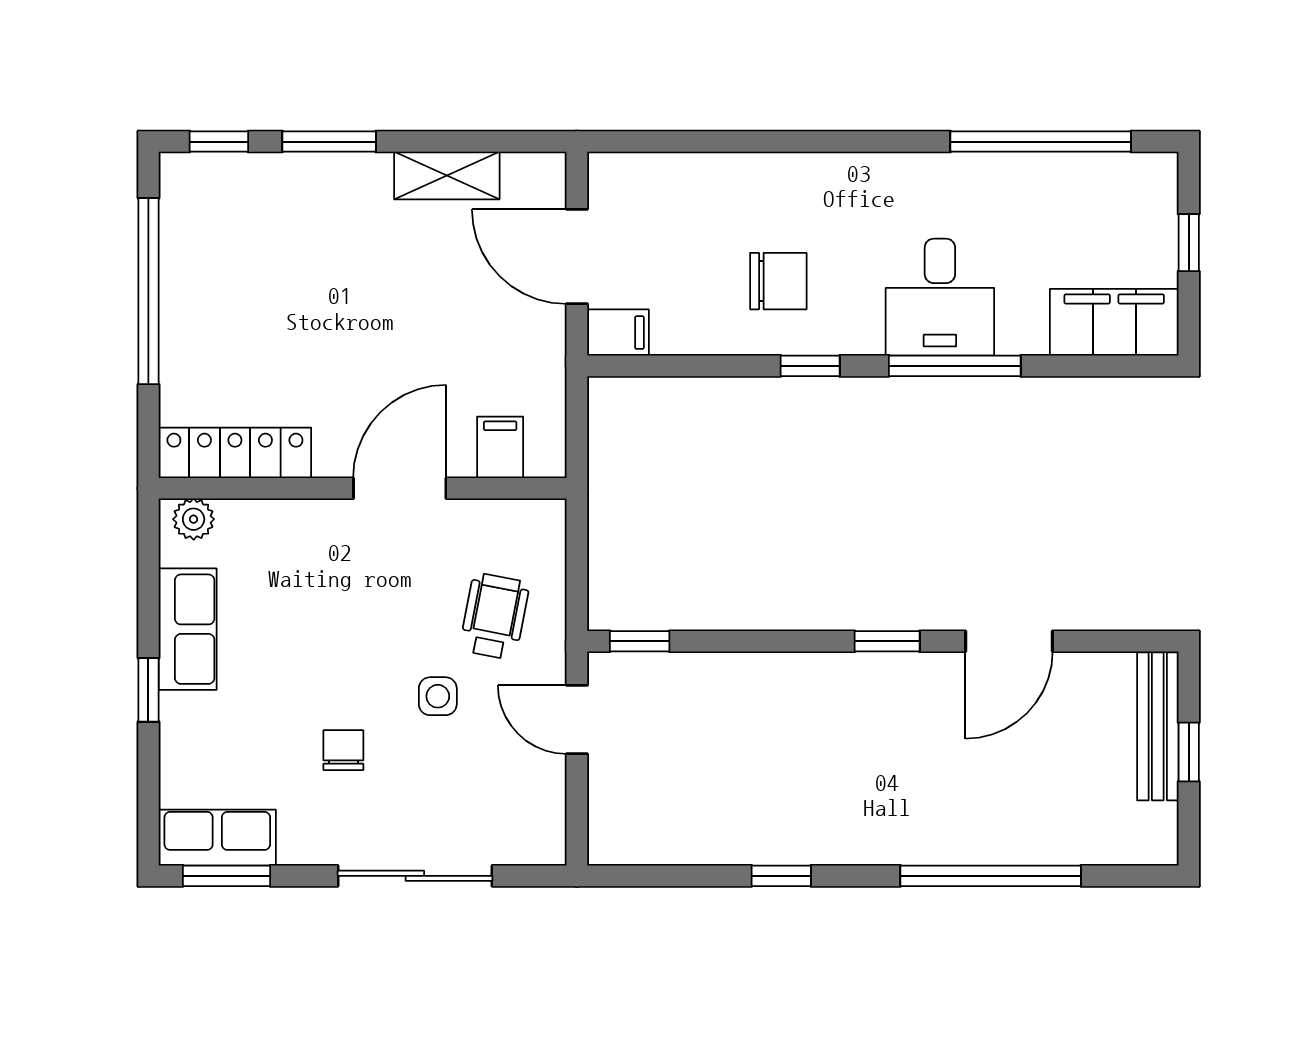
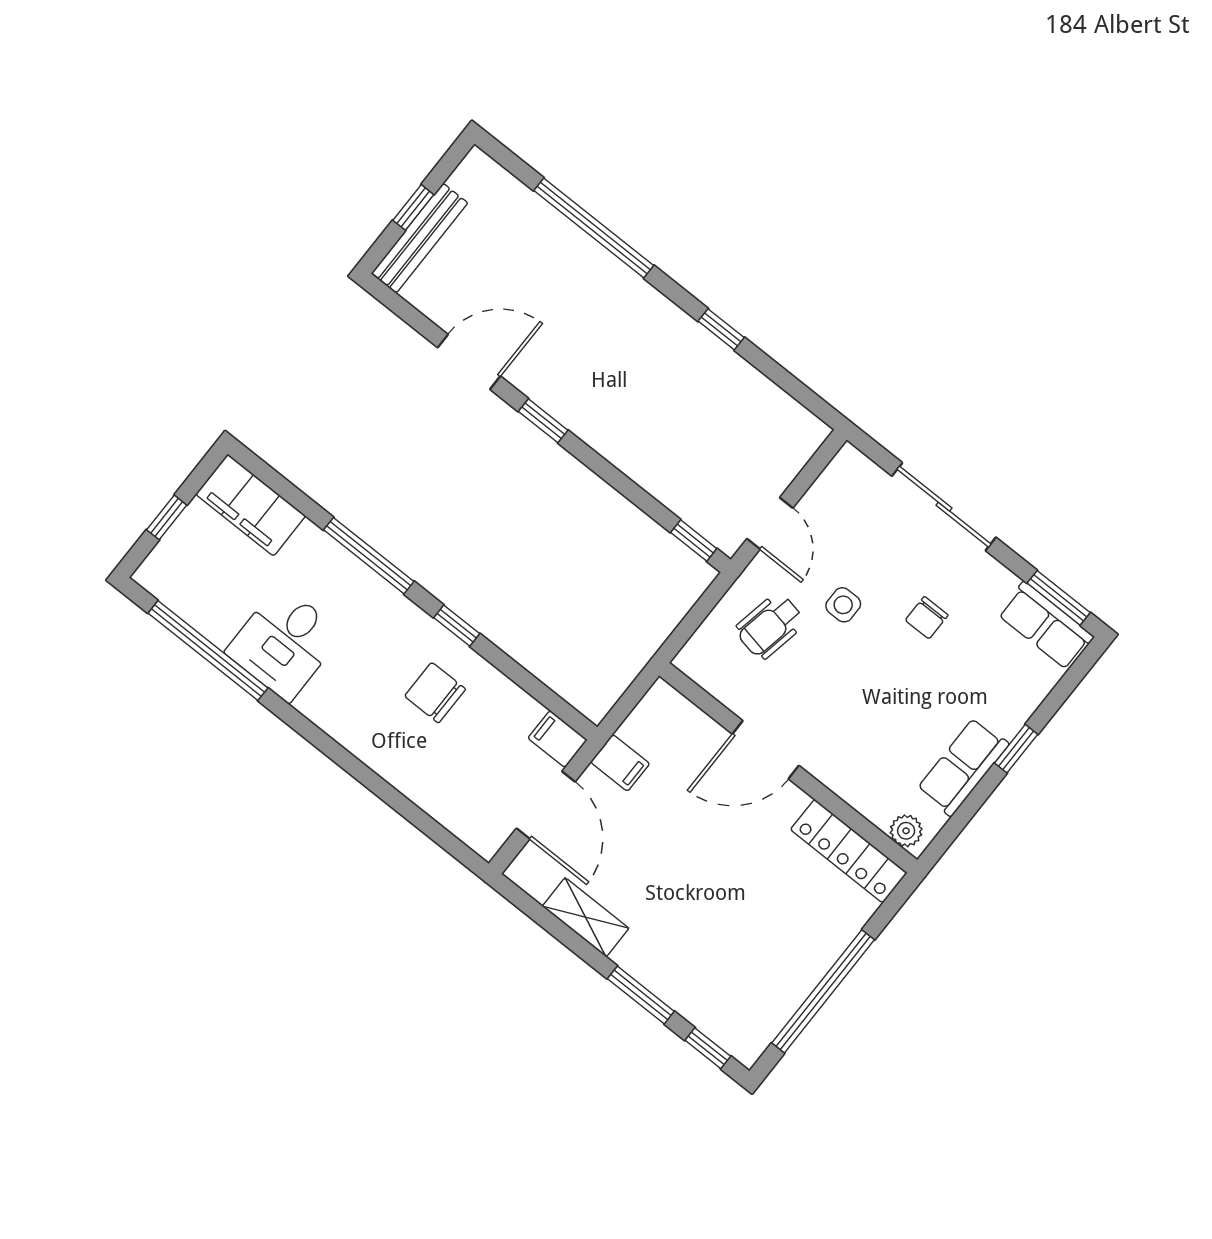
desk: (940, 297) -> (284, 643), moved, turned 180
filing cabinet: (500, 447) -> (620, 763), moved, turned -90

